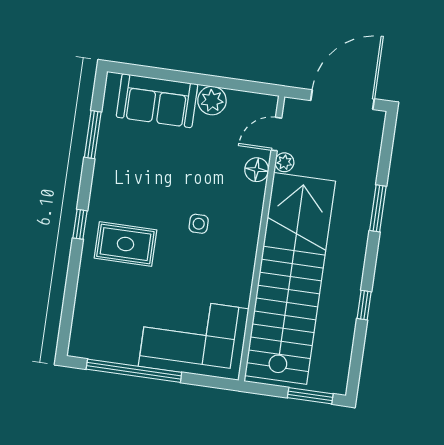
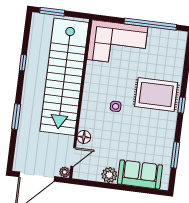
plant: (284, 162) -> (65, 172), moved
rug: (125, 244) -> (156, 94), width x1.36, depth x1.43

